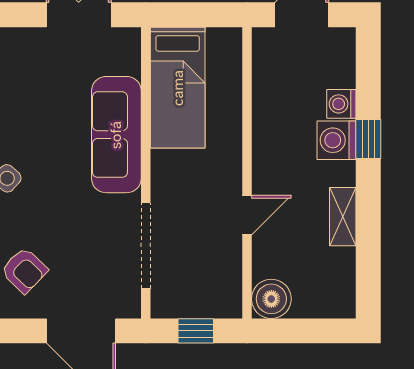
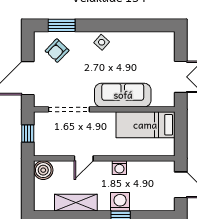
washing machine: (341, 104) -> (119, 168), moved, turned 180
door: (247, 215) -> (84, 158), hinge flipped
shelving: (343, 217) -> (76, 203), width x1.50, depth x1.33

